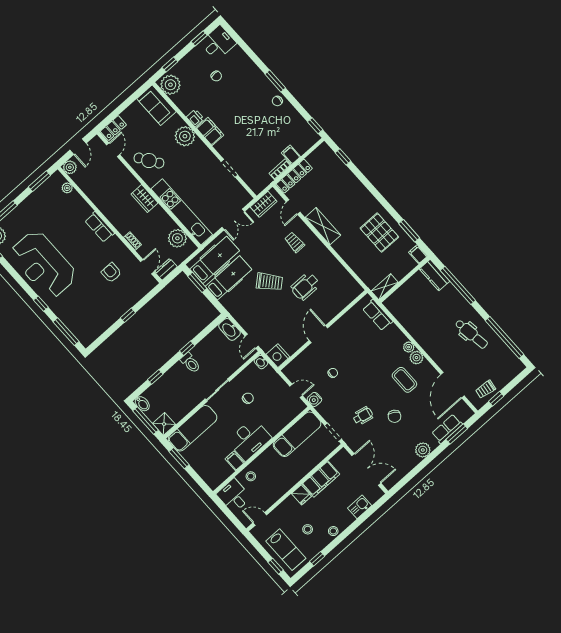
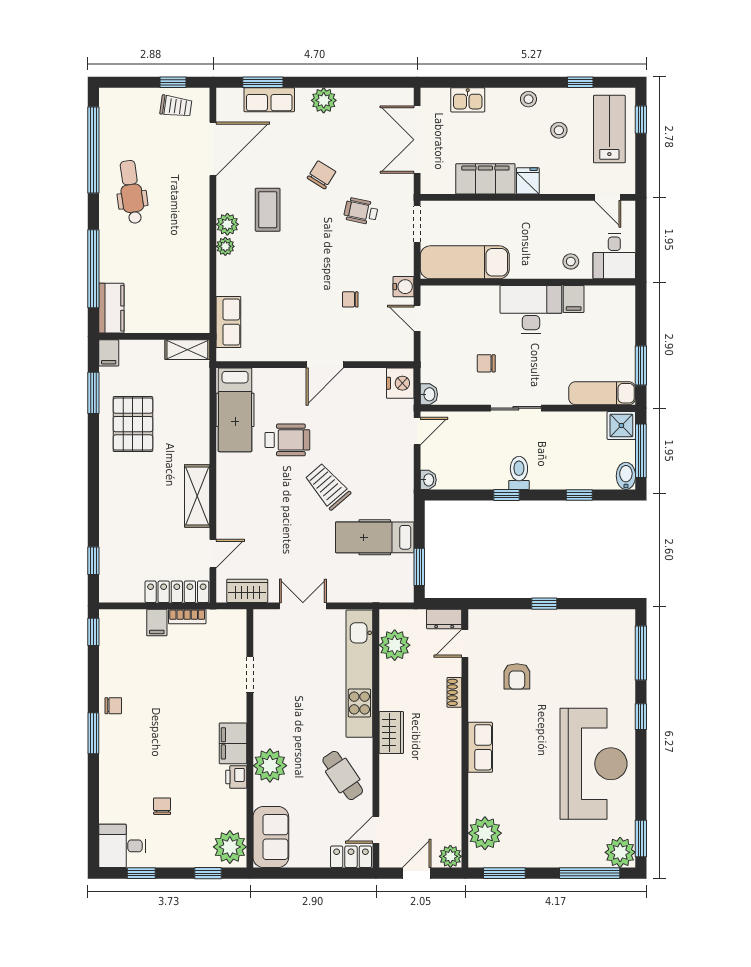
plant: (67, 188) -> (485, 833), width x1.87, depth x1.87
trolley: (295, 242) -> (251, 508), removed
hospital bed: (215, 260) -> (235, 410), moved, turned -90
washbasin: (230, 329) -> (428, 480), width x0.52, depth x0.69
exam couch: (193, 428) -> (602, 393), width x0.73, depth x0.69

